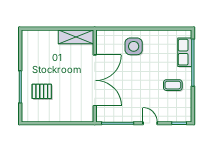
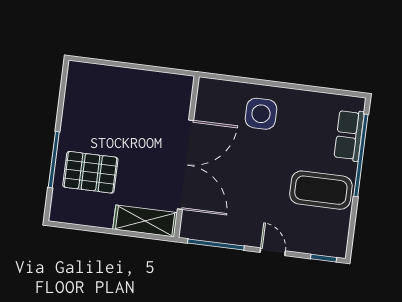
shelving: (76, 37) -> (145, 221), moved
coffee table: (173, 85) -> (321, 190), width x1.86, depth x1.72
pallet: (42, 91) -> (90, 172), width x1.50, depth x1.42

